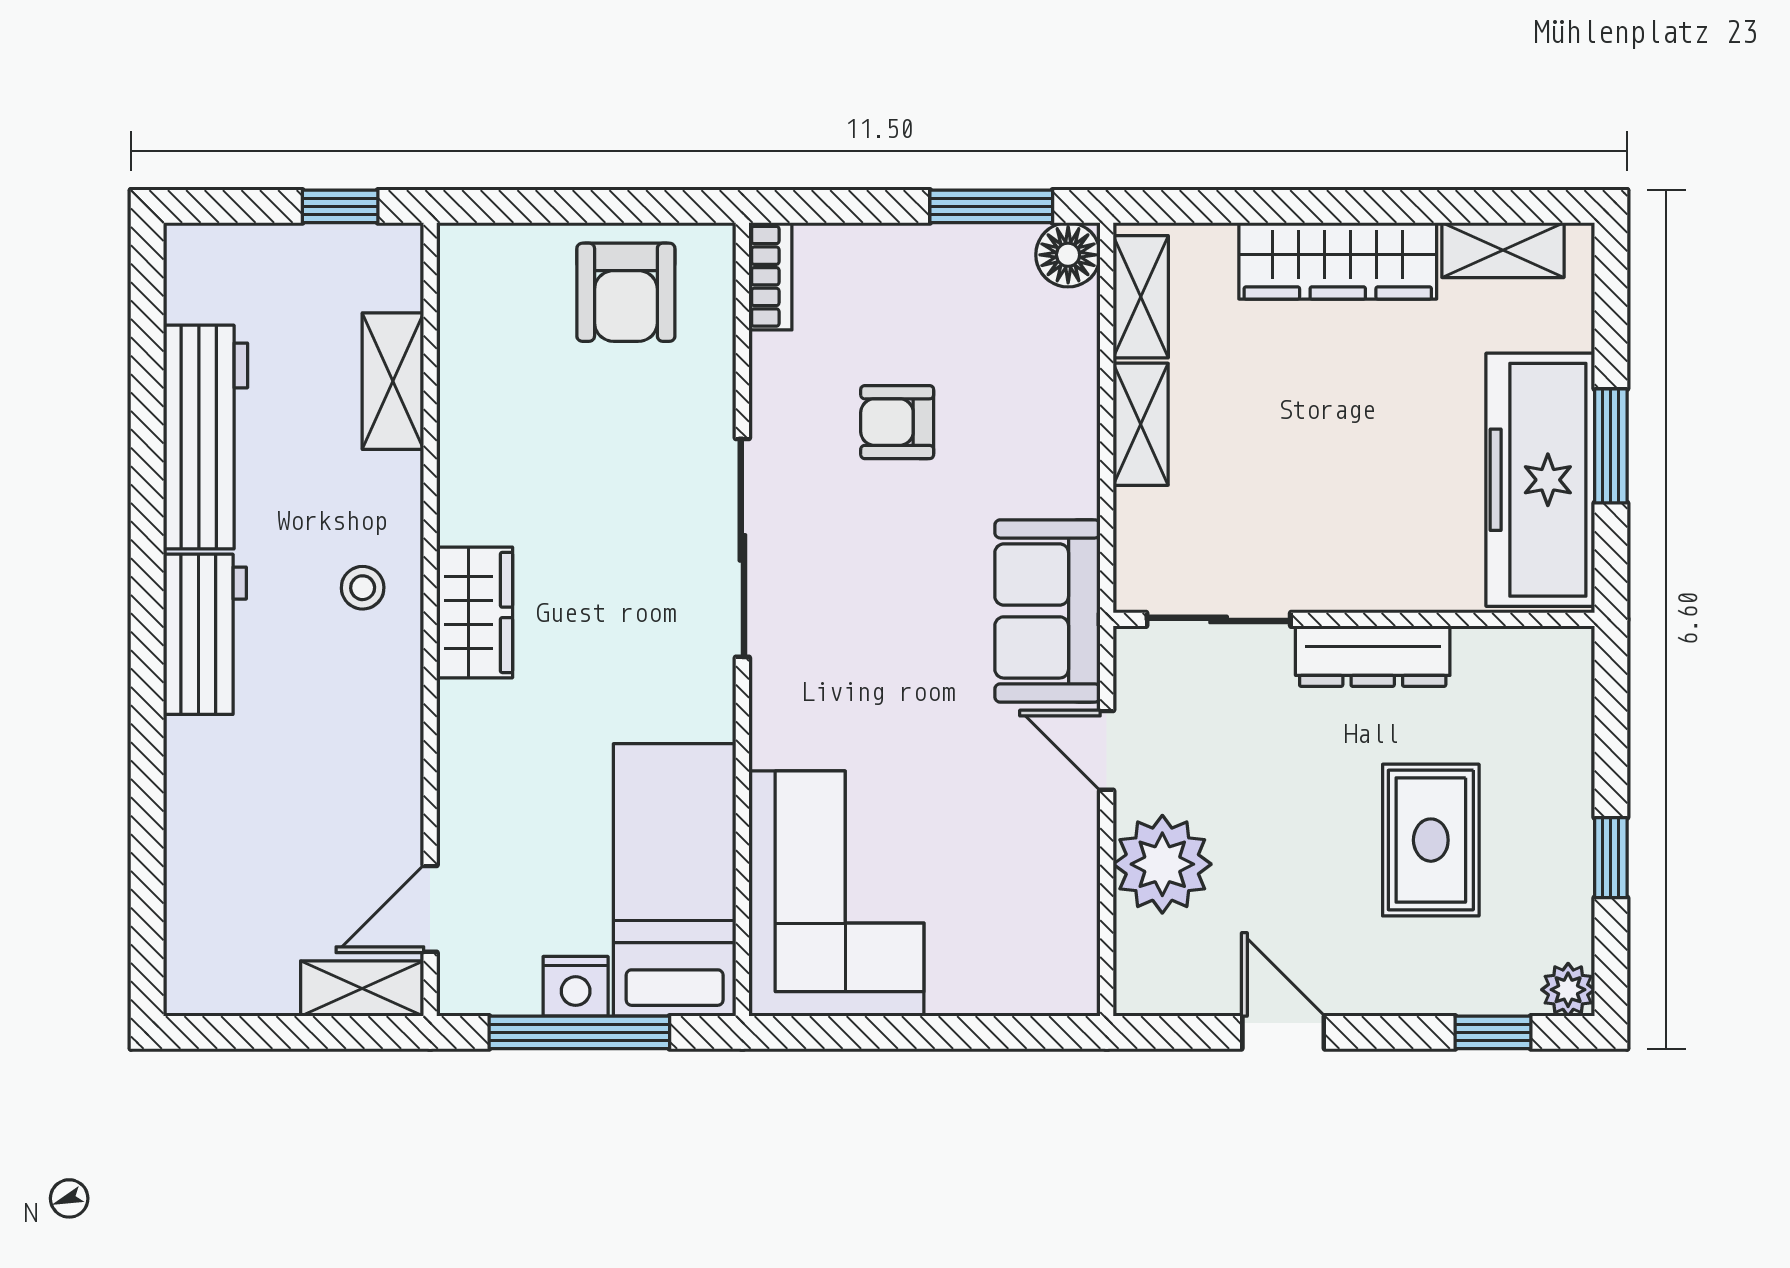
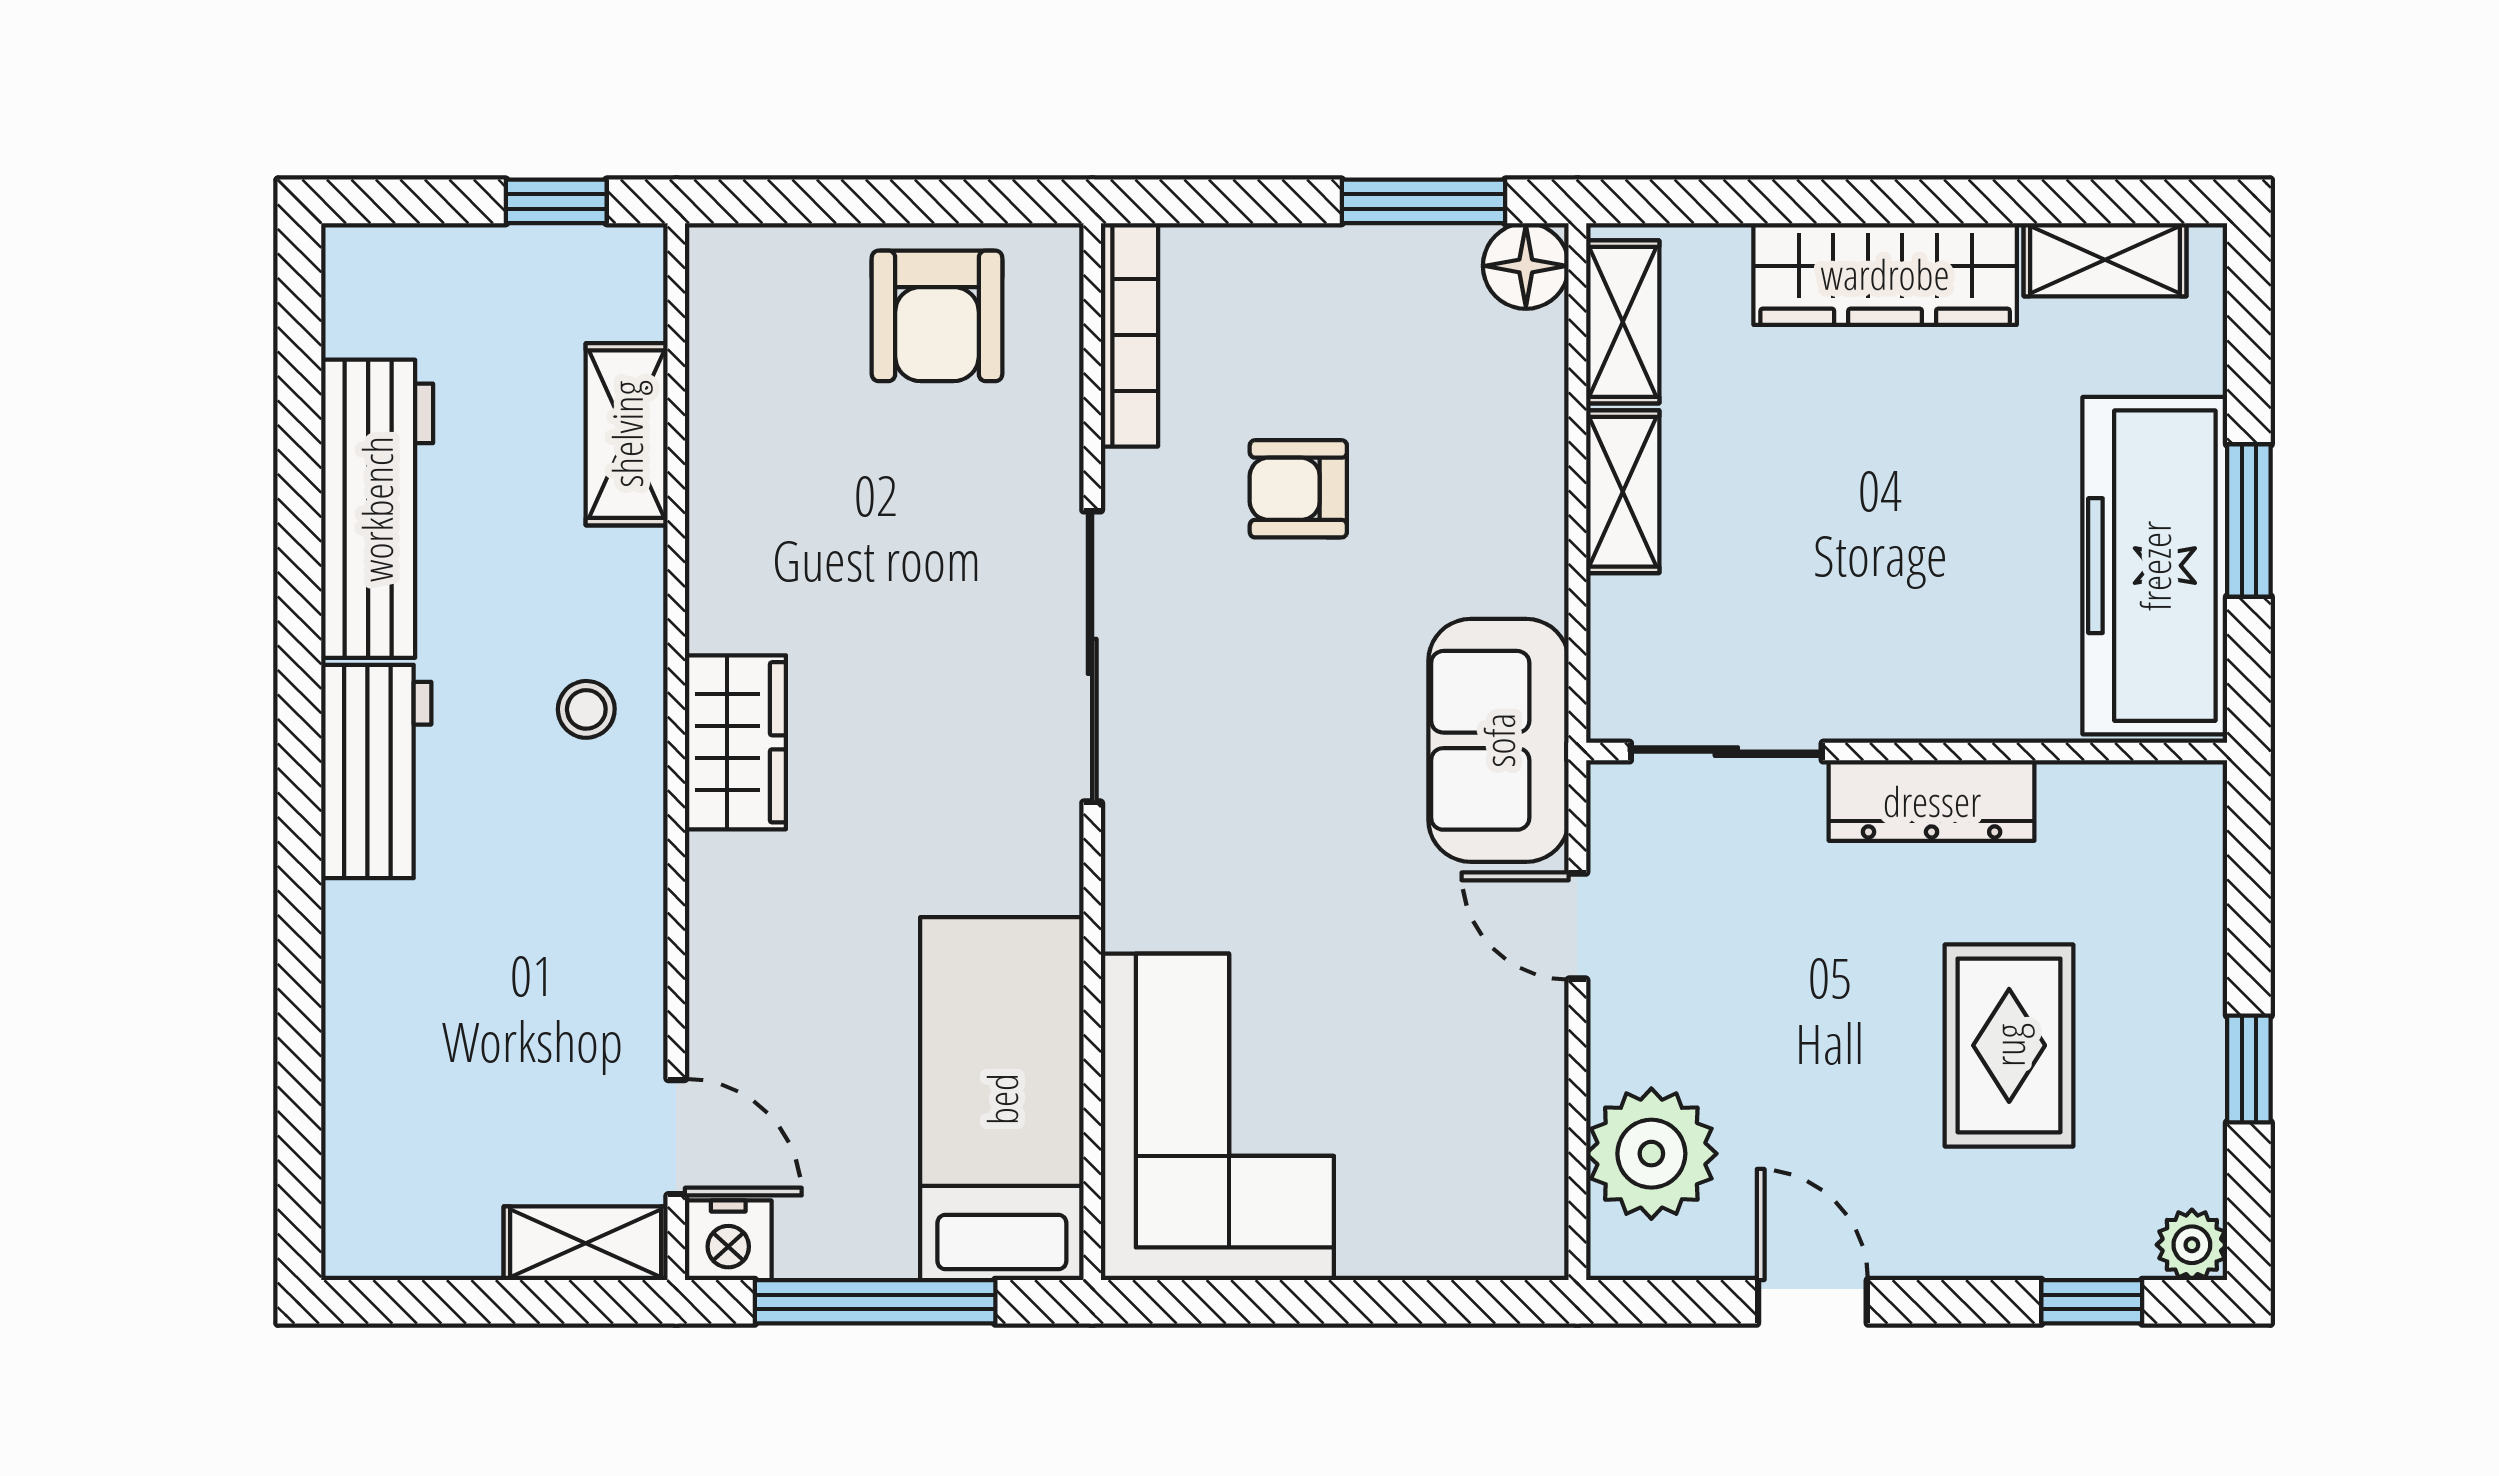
bookcase: (770, 276) -> (1129, 335), width x1.56
plant: (1162, 864) -> (1651, 1154), moved
door: (430, 909) -> (676, 1137), swing flipped
nightstand: (576, 986) -> (728, 1240), moved

